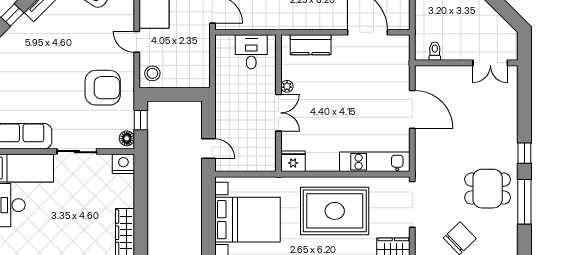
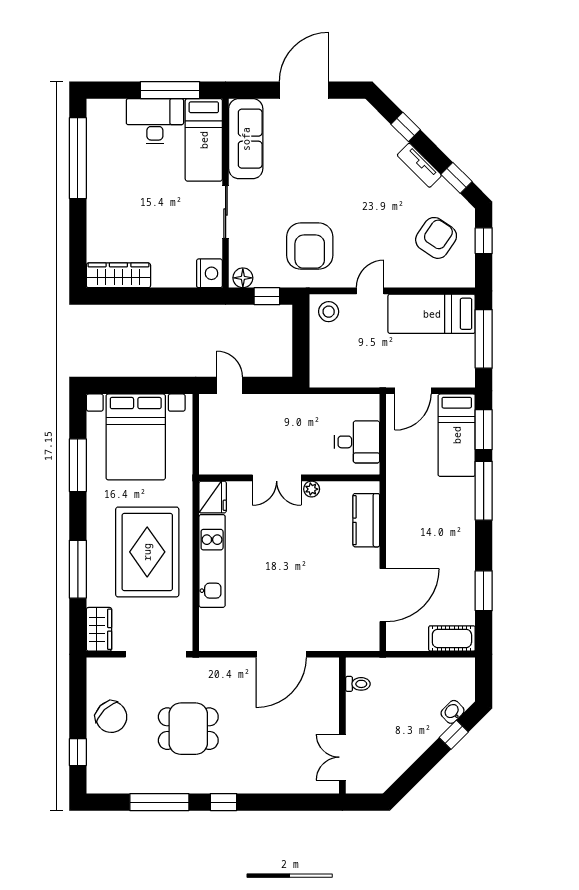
door: (208, 149) -> (229, 385), swing flipped
kitchen unit: (375, 162) -> (212, 561), moved
dining table: (488, 189) -> (188, 729), moved, turned 90

